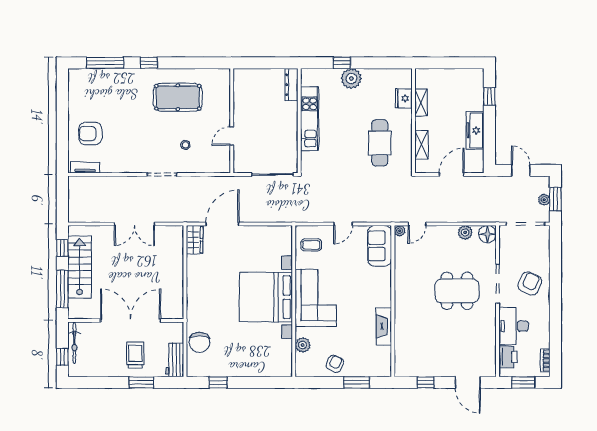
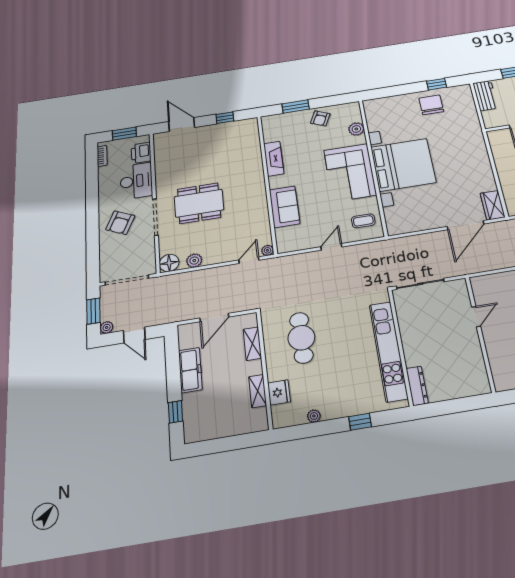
plant: (351, 79) -> (314, 416), moved, width x0.53, depth x0.53
kitchen unit: (310, 119) -> (388, 351), width x1.36
plant: (544, 200) -> (107, 327), moved
sofa: (380, 246) -> (284, 207), moved
chair: (199, 342) -> (431, 105), moved

